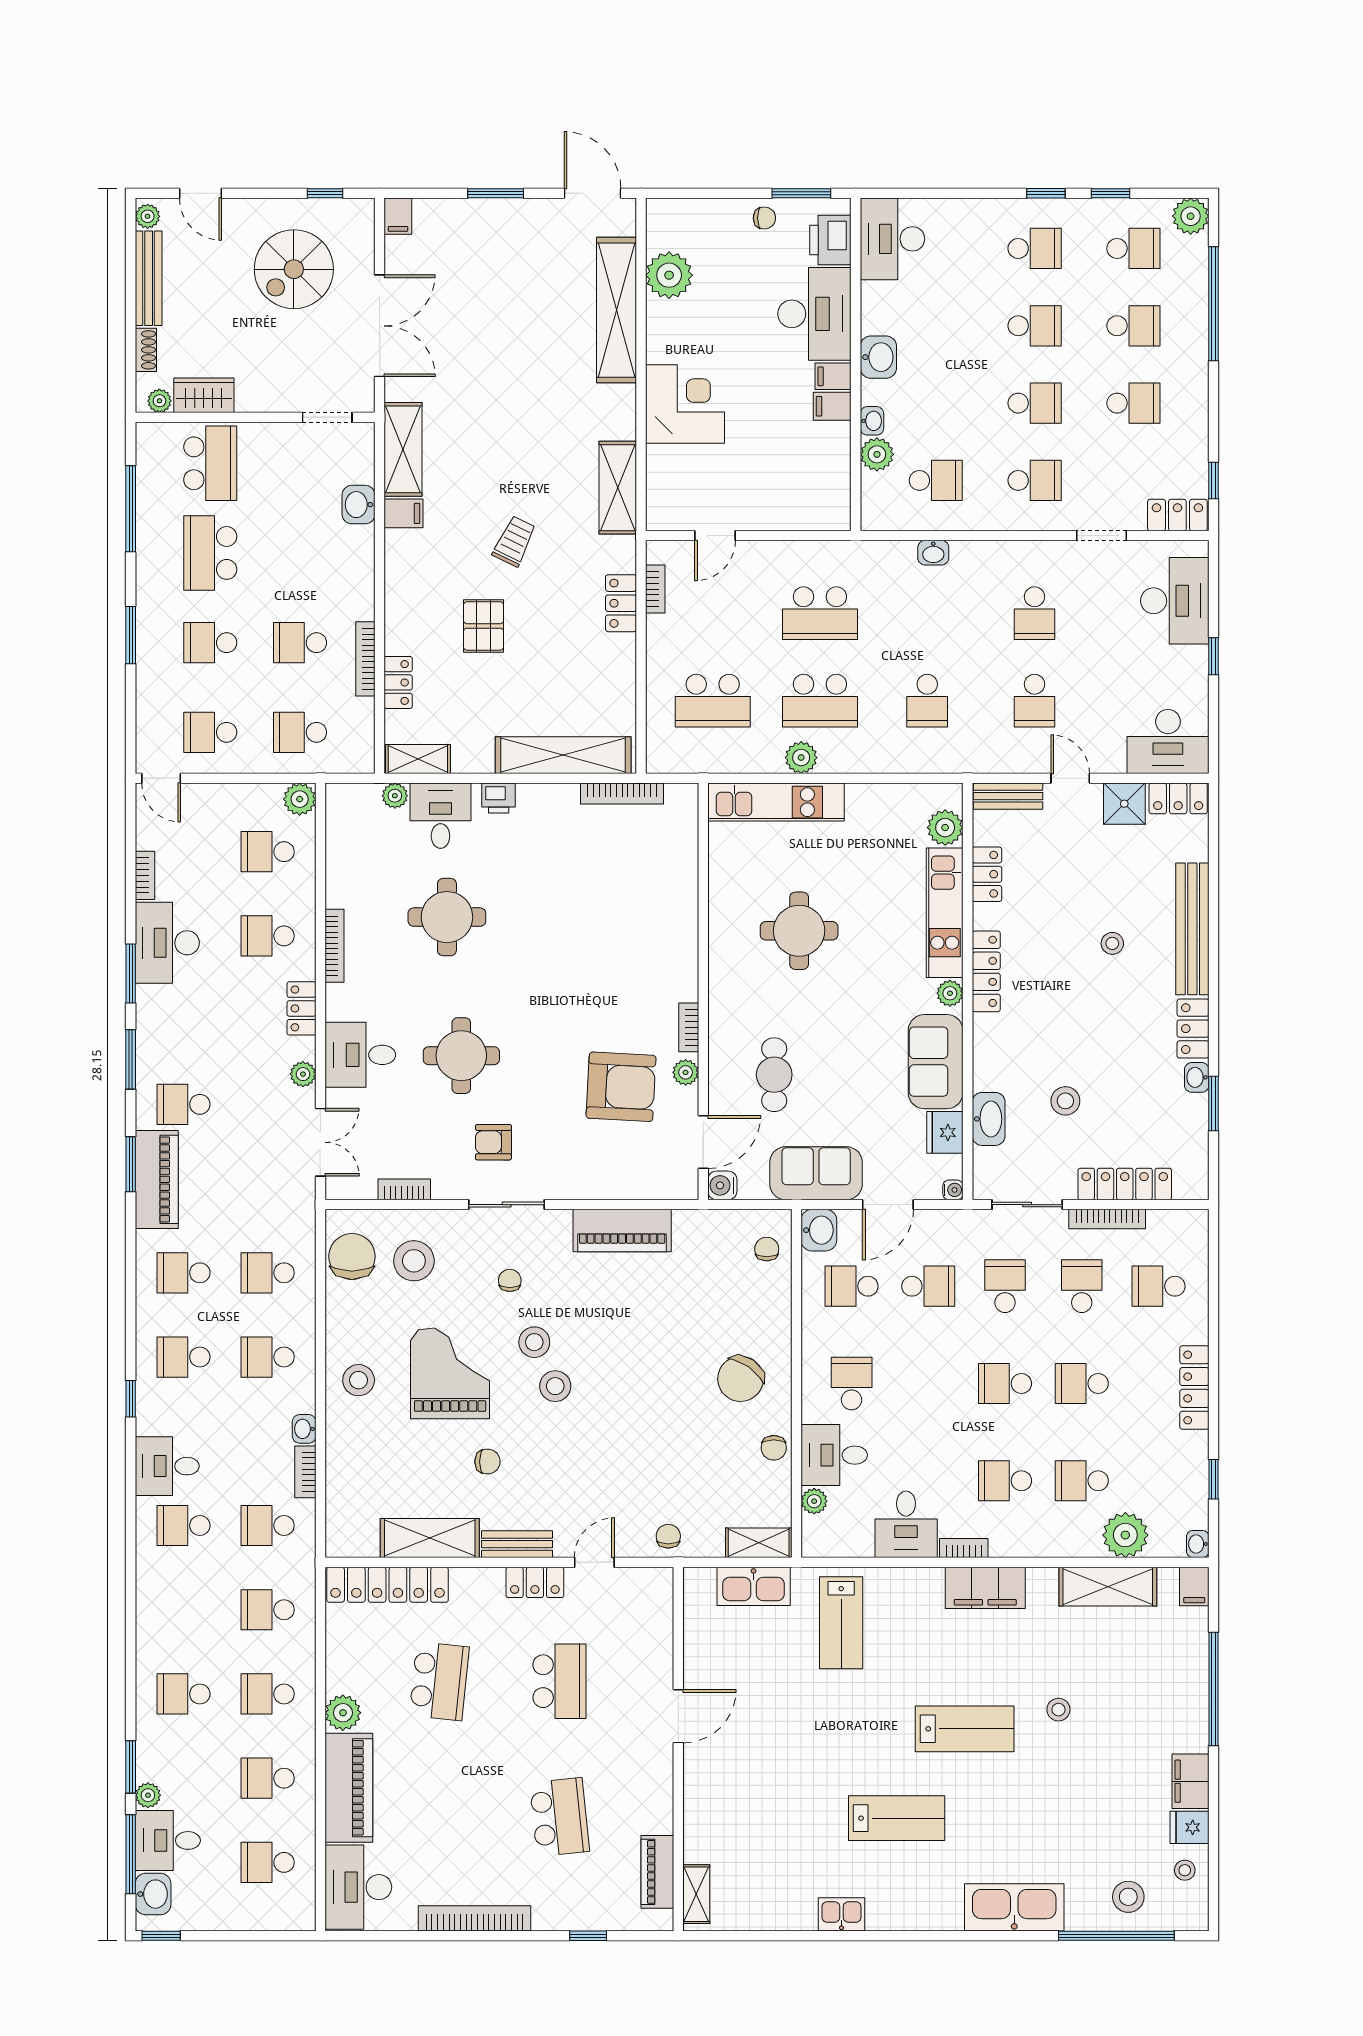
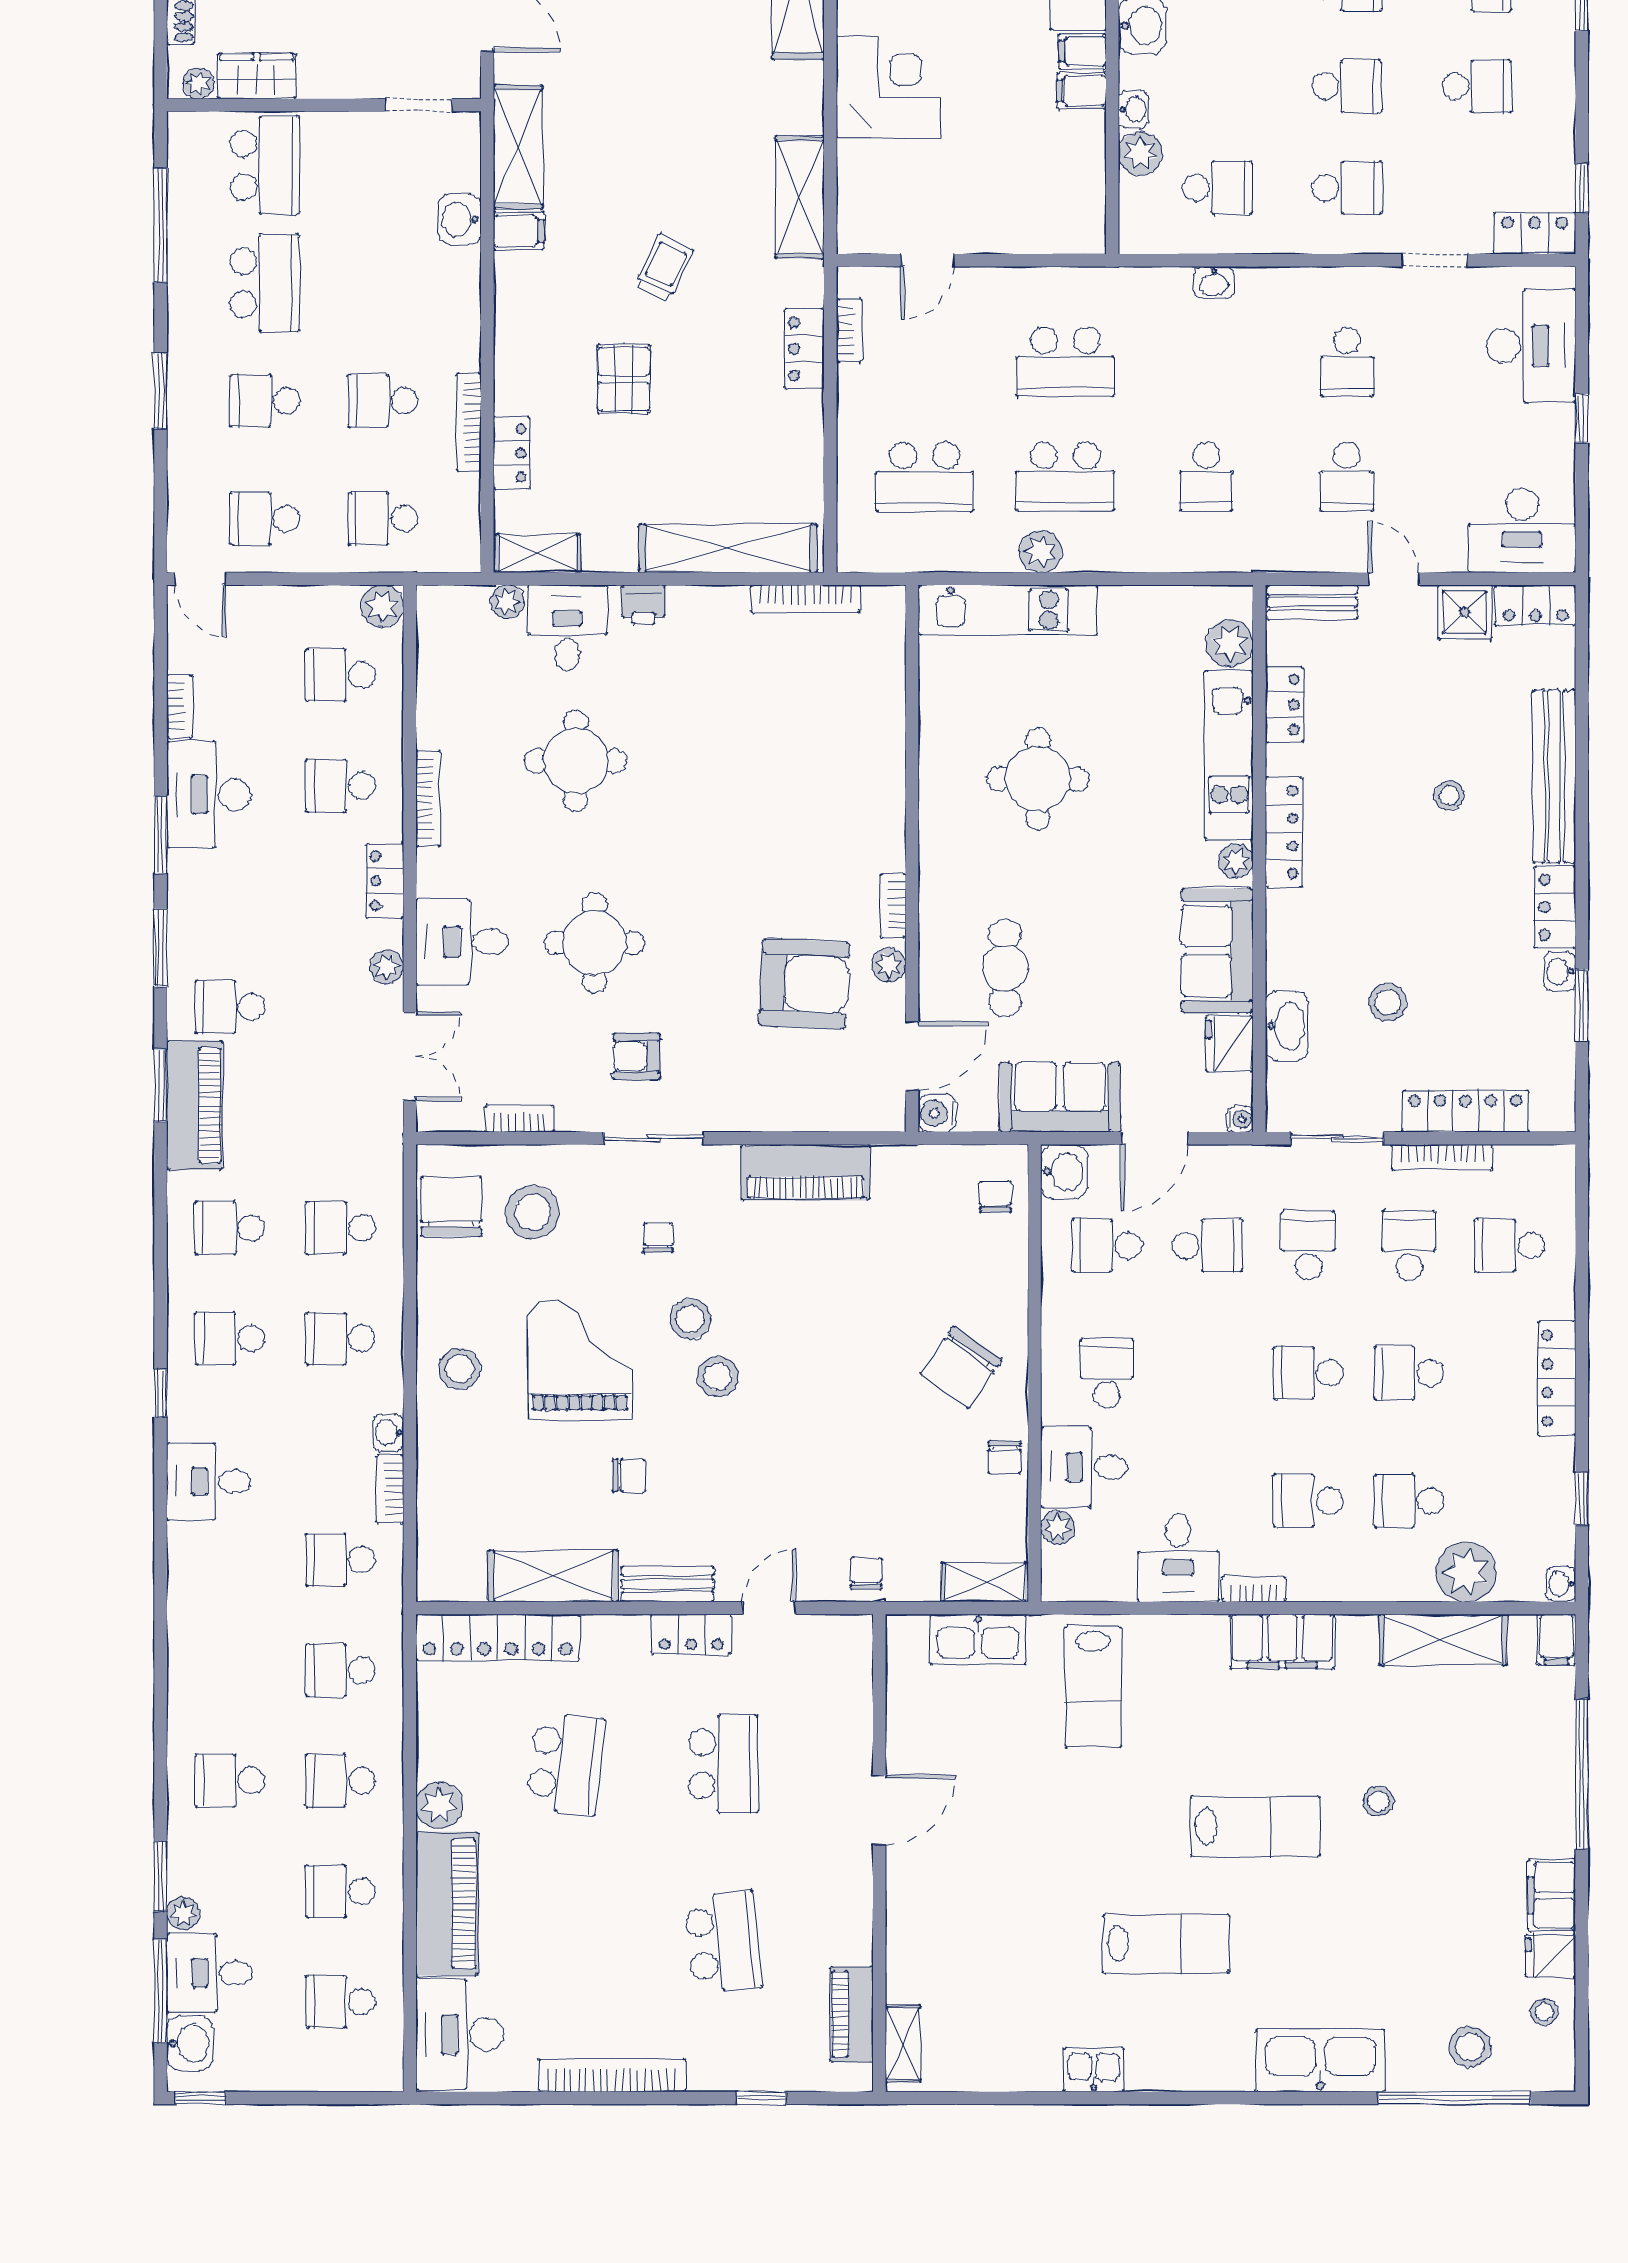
school desk: (210, 553) -> (265, 283), turned 180
school desk: (183, 1525) -> (230, 1560), removed

